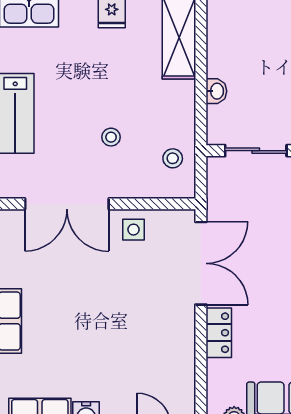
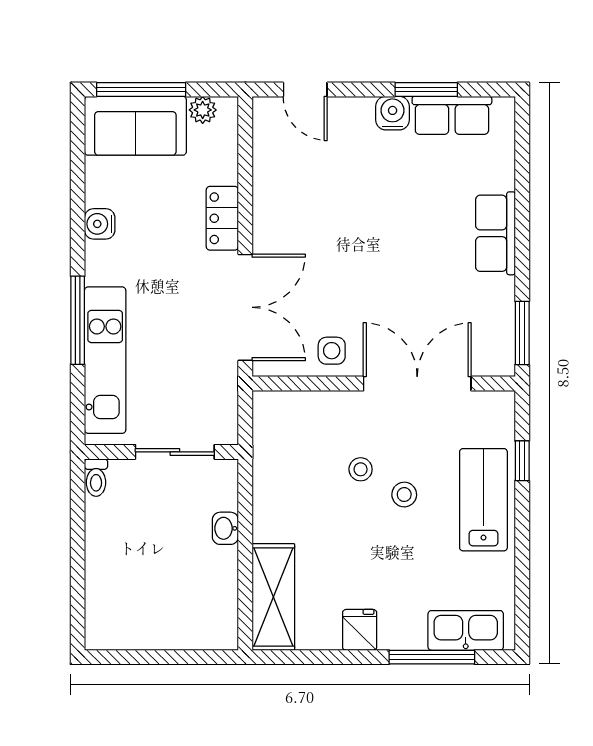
stool: (173, 158) -> (404, 495), moved
double door: (201, 263) -> (245, 307), swing flipped

